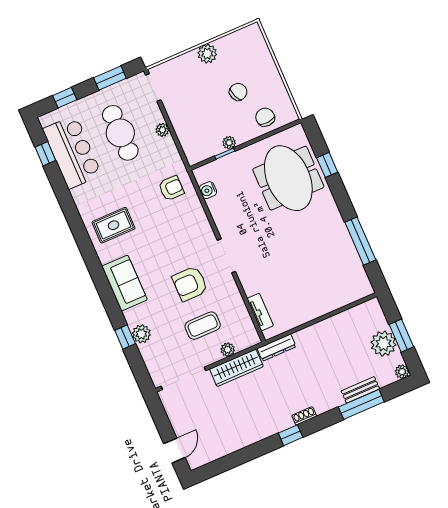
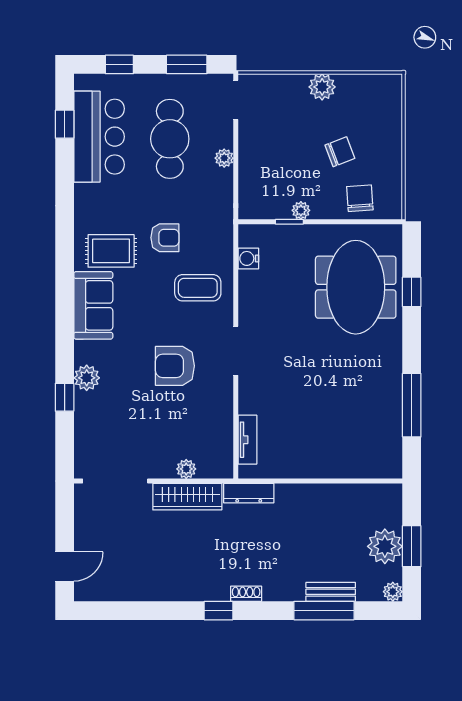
armchair: (171, 188) -> (165, 238), moved
sofa: (125, 283) -> (93, 305), moved
coffee table: (203, 326) -> (198, 288), moved
plant: (141, 334) -> (87, 378), moved

